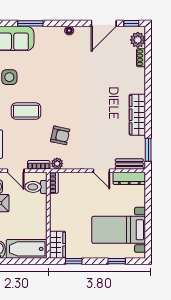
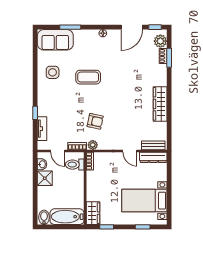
coffee table: (26, 111) -> (88, 77), moved
window: (148, 150) -> (169, 58), moved

